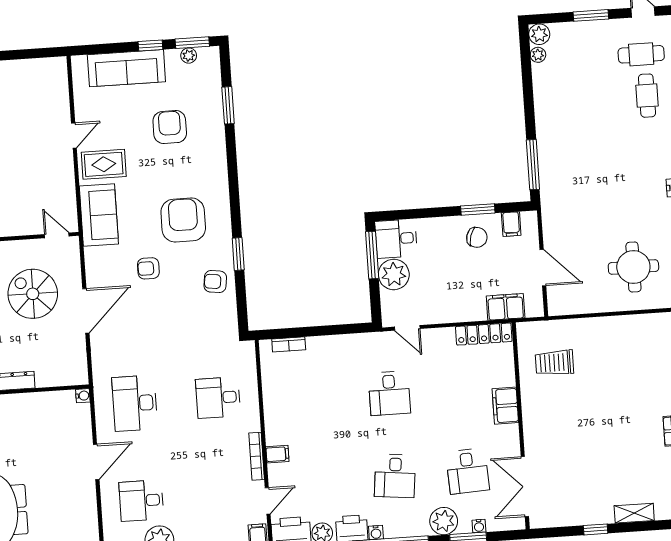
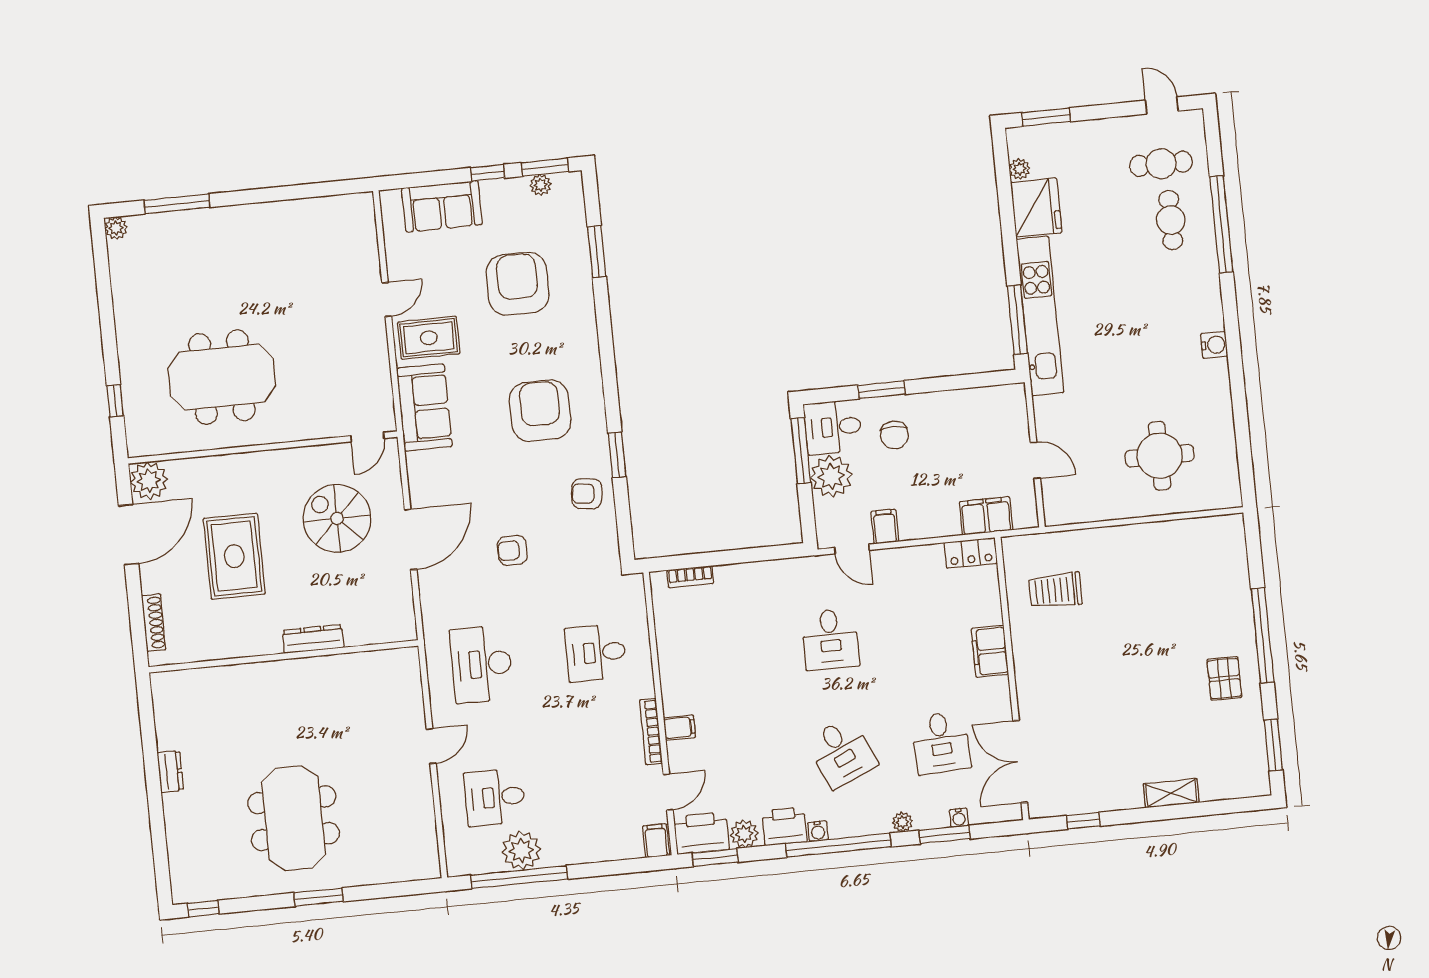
window: (591, 15) -> (1046, 117), moved
plant: (539, 34) -> (1020, 141), removed
sofa: (126, 68) -> (442, 206), width x0.73
fridge: (549, 83) -> (1036, 207), added
armchair: (170, 127) -> (518, 284), width x1.36, depth x1.36
kitchen unit: (549, 162) -> (1040, 316), added
window: (478, 209) -> (882, 390), moved
filing cabinet: (511, 224) -> (885, 526), moved, turned 180
door: (57, 235) -> (367, 437), swing flipped
chair: (477, 237) -> (894, 435), moved, turned 73
armchair: (148, 268) -> (512, 550), moved
door: (543, 268) -> (1035, 461), width x0.73
locker: (484, 334) -> (971, 553), width x0.66
water cooler: (83, 396) -> (410, 656), removed
door: (96, 462) -> (431, 746), width x0.73
desk: (395, 476) -> (842, 753), turned -30
plant: (444, 521) -> (902, 822), width x0.53, depth x0.53
window: (596, 529) -> (1083, 821), moved

